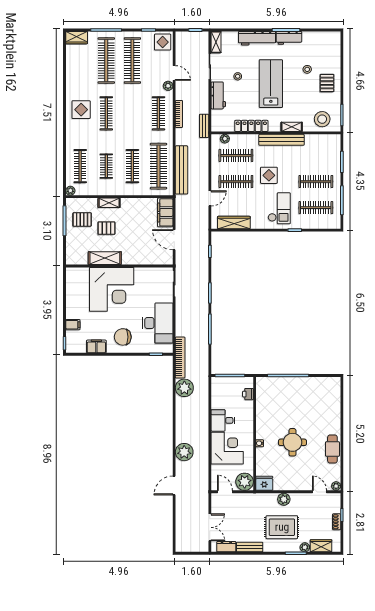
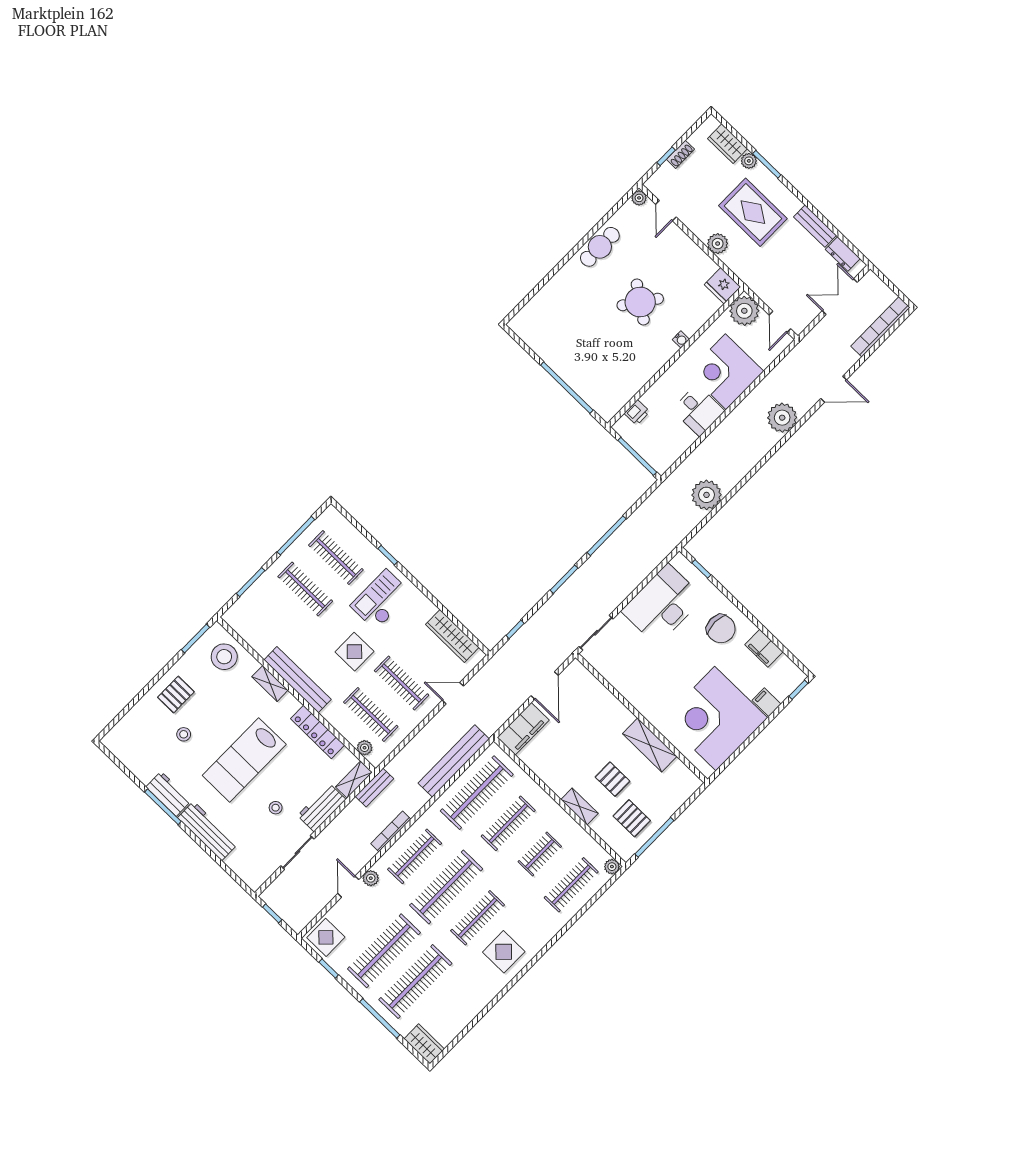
shelving: (216, 42) -> (354, 780), moved
clothes rail: (132, 113) -> (446, 887), added
corner desk: (112, 289) -> (715, 718), moved, turned -90
bookcase: (180, 358) -> (880, 327), moved
round table: (292, 442) -> (640, 302), turned 35

